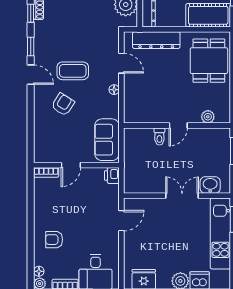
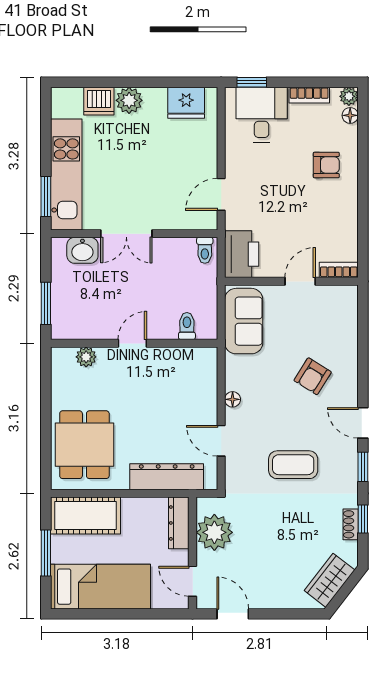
coffee table: (73, 71) -> (293, 465), moved
toilet: (159, 137) -> (187, 326), moved
printer: (112, 175) -> (242, 254), width x1.87, depth x1.48
toilet: (132, 185) -> (205, 250), added

